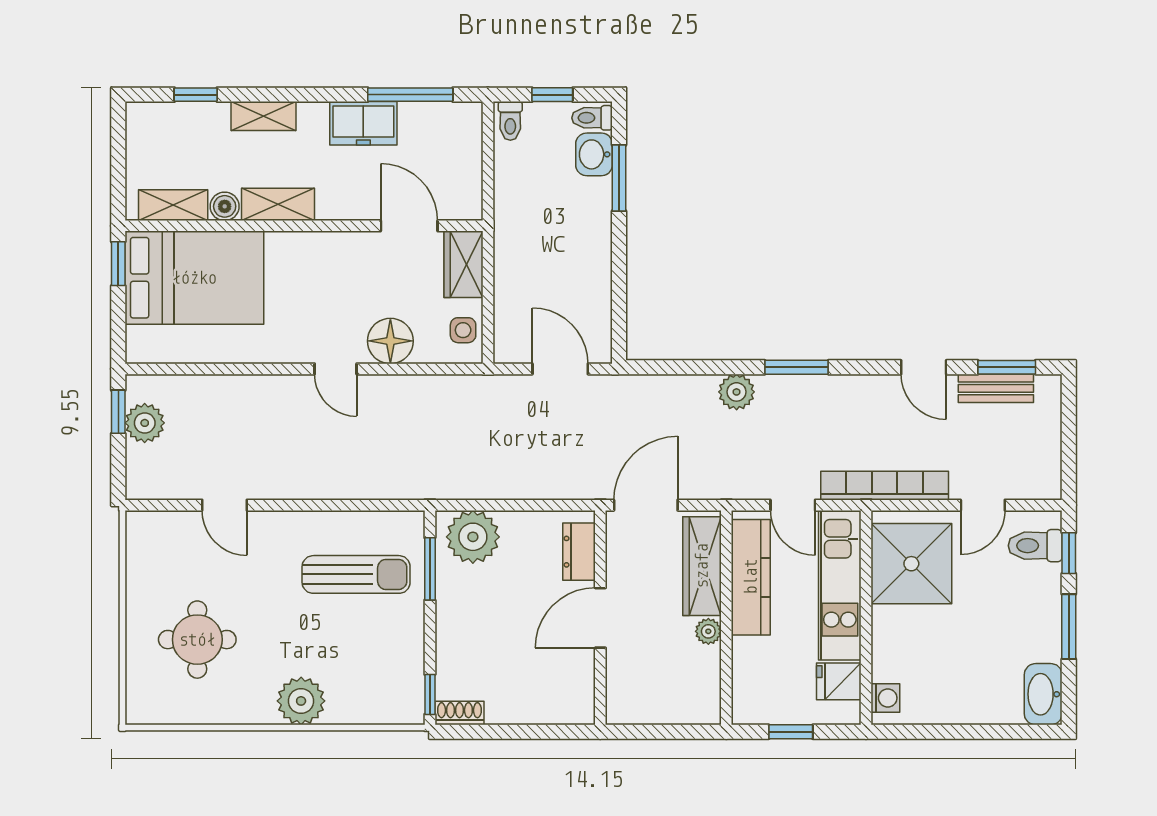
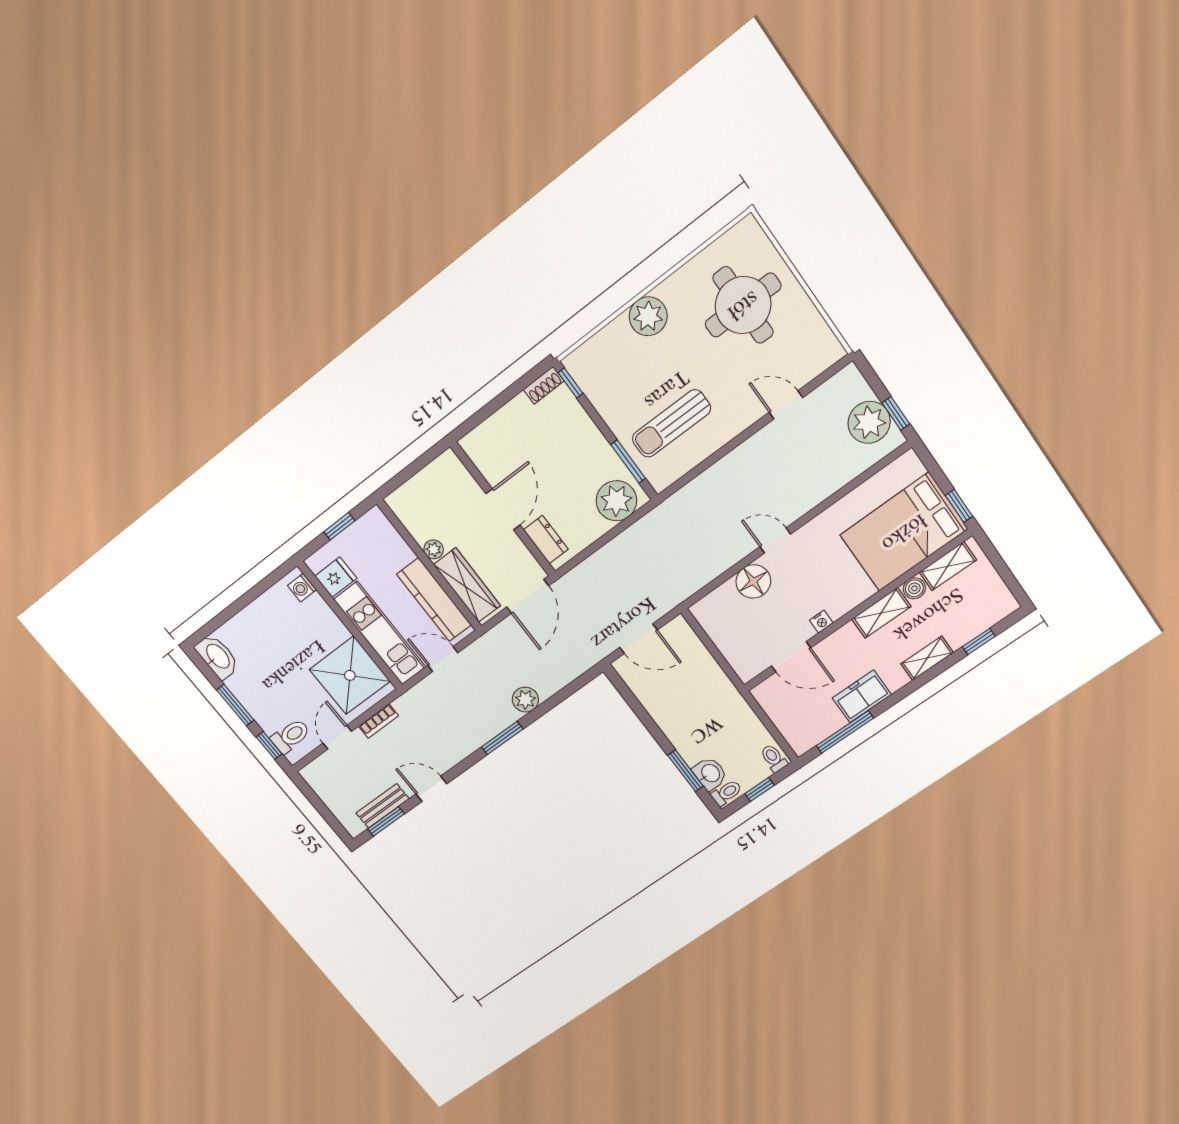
nightstand: (349, 242) -> (821, 622), added
wardrobe: (463, 264) -> (742, 658), removed
side table: (463, 330) -> (714, 619), removed
plant: (145, 423) -> (869, 422), width x1.36, depth x1.36
bookcase: (885, 486) -> (379, 721), width x0.43, depth x0.76
round table: (197, 640) -> (743, 305), width x1.36, depth x1.36

